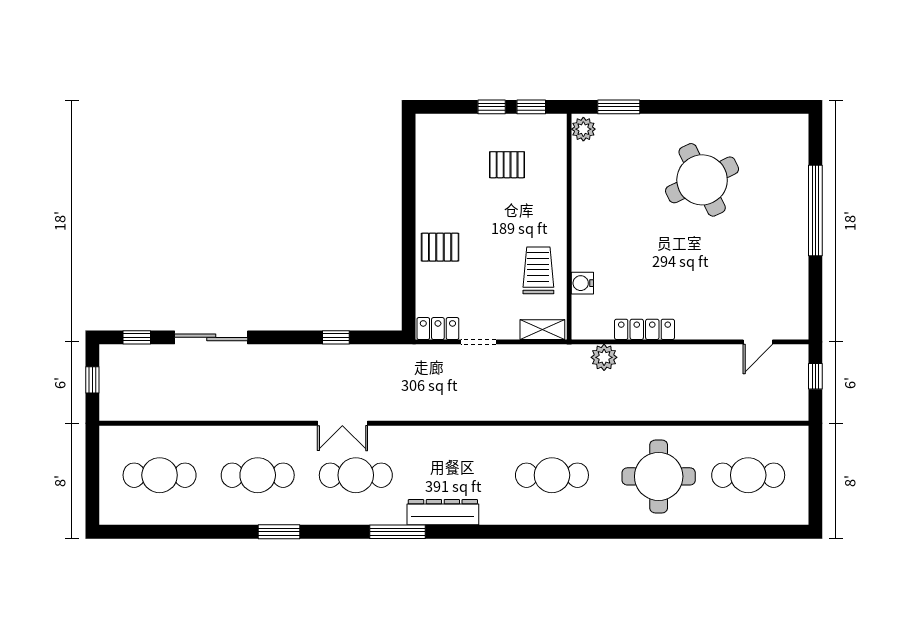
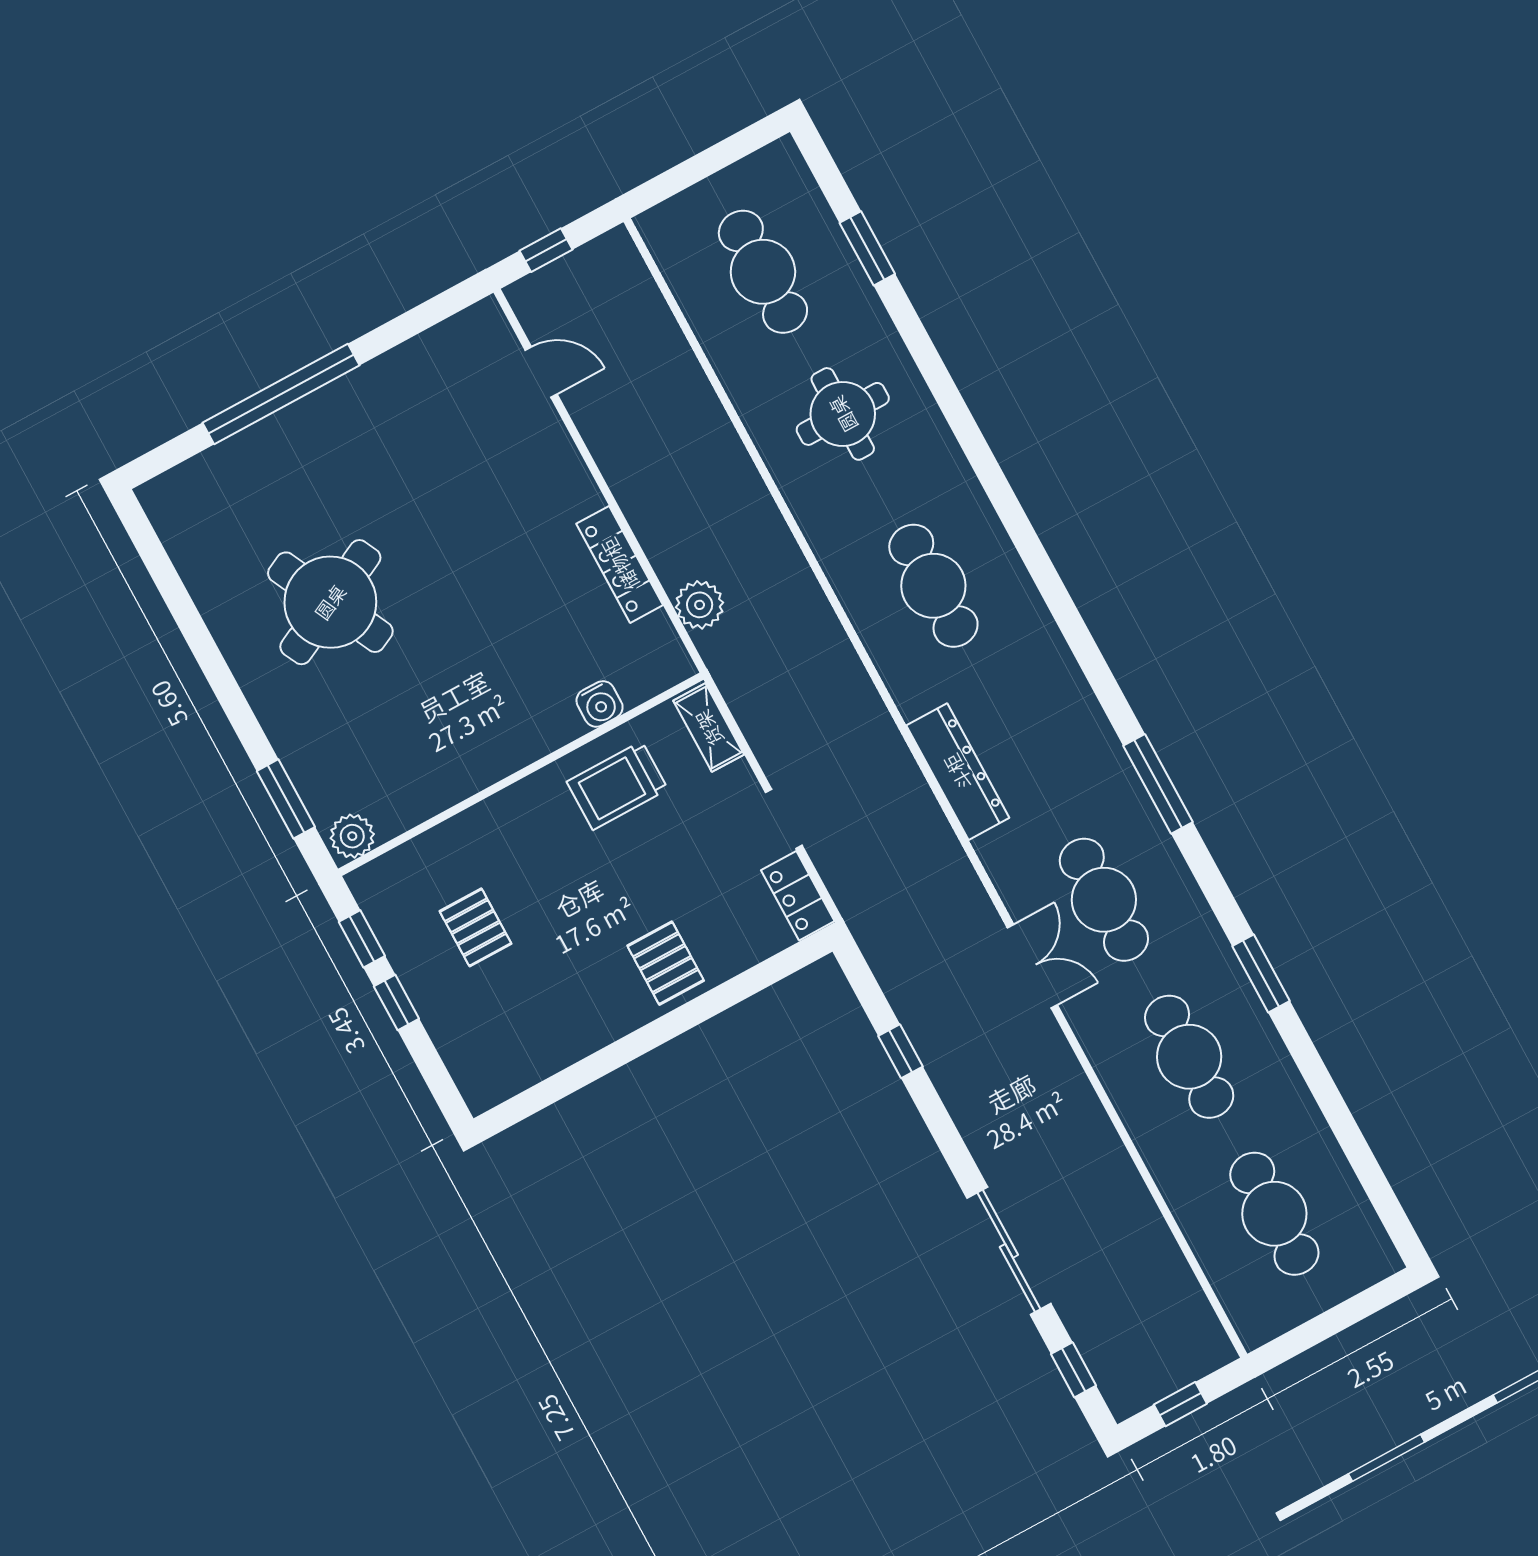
round table: (659, 476) -> (843, 414), width x0.73, depth x0.73
dresser: (443, 512) -> (958, 772), moved, turned 180
window: (732, 532) -> (867, 248), added

